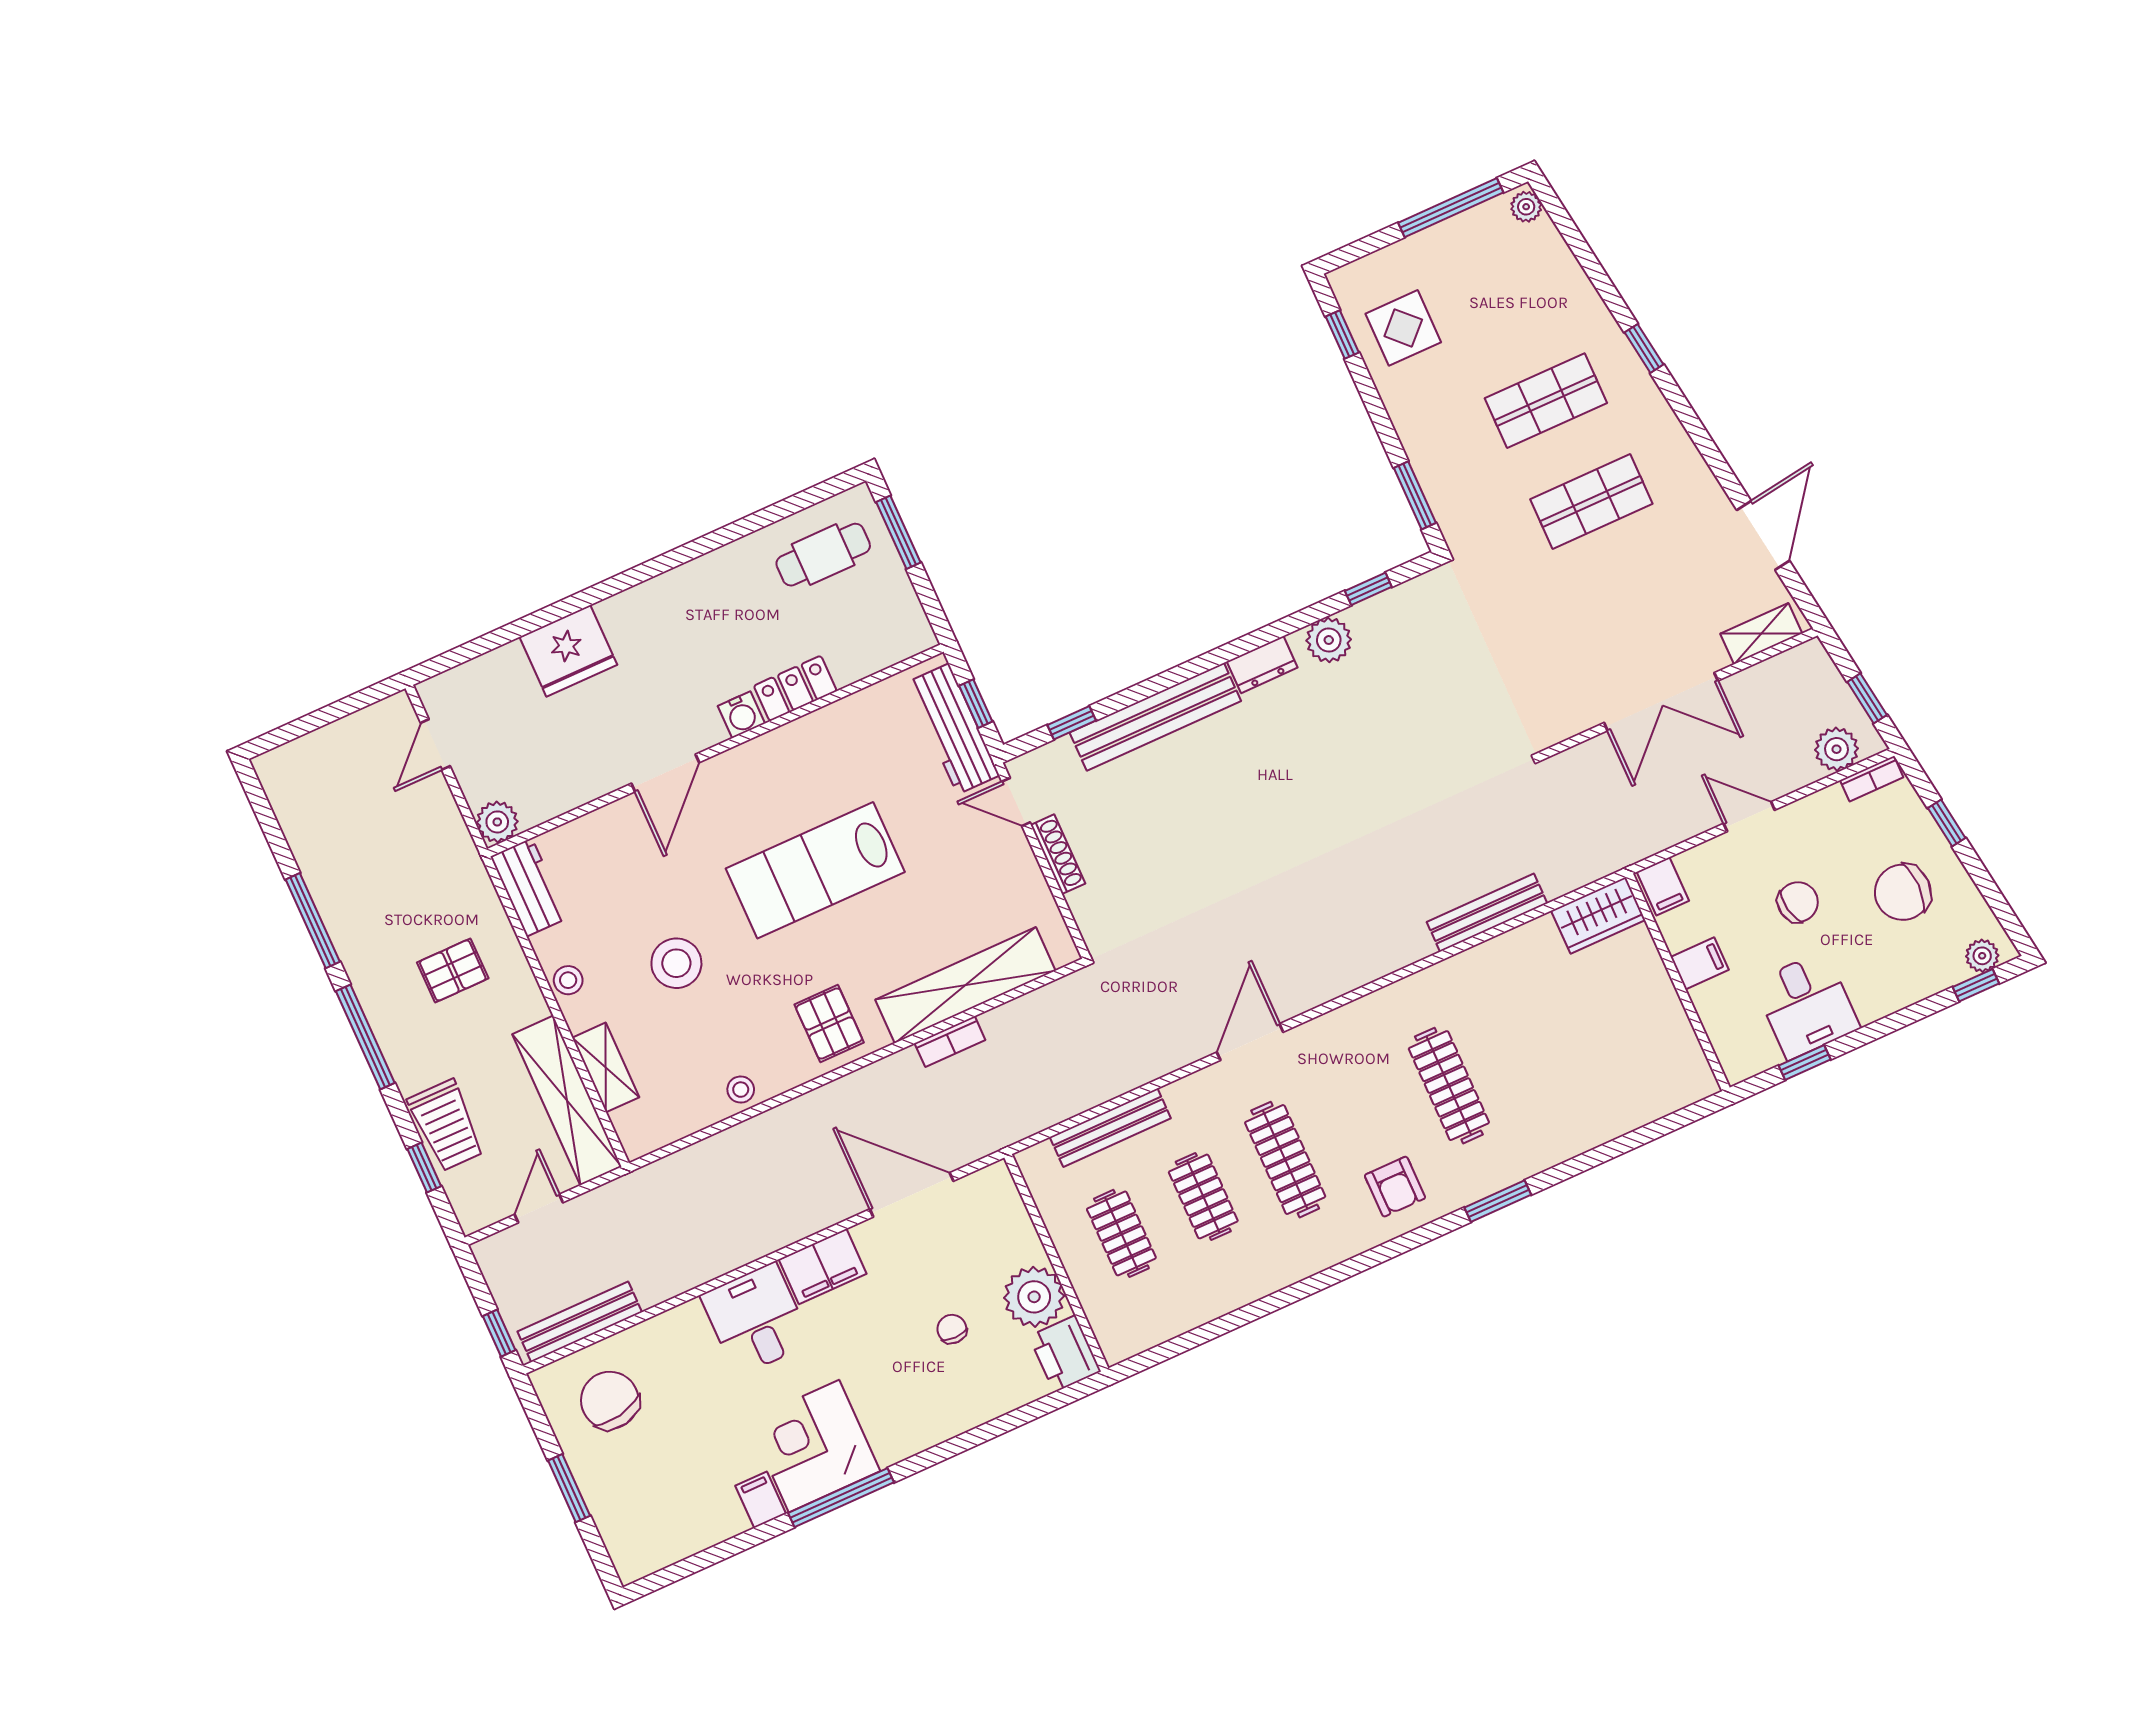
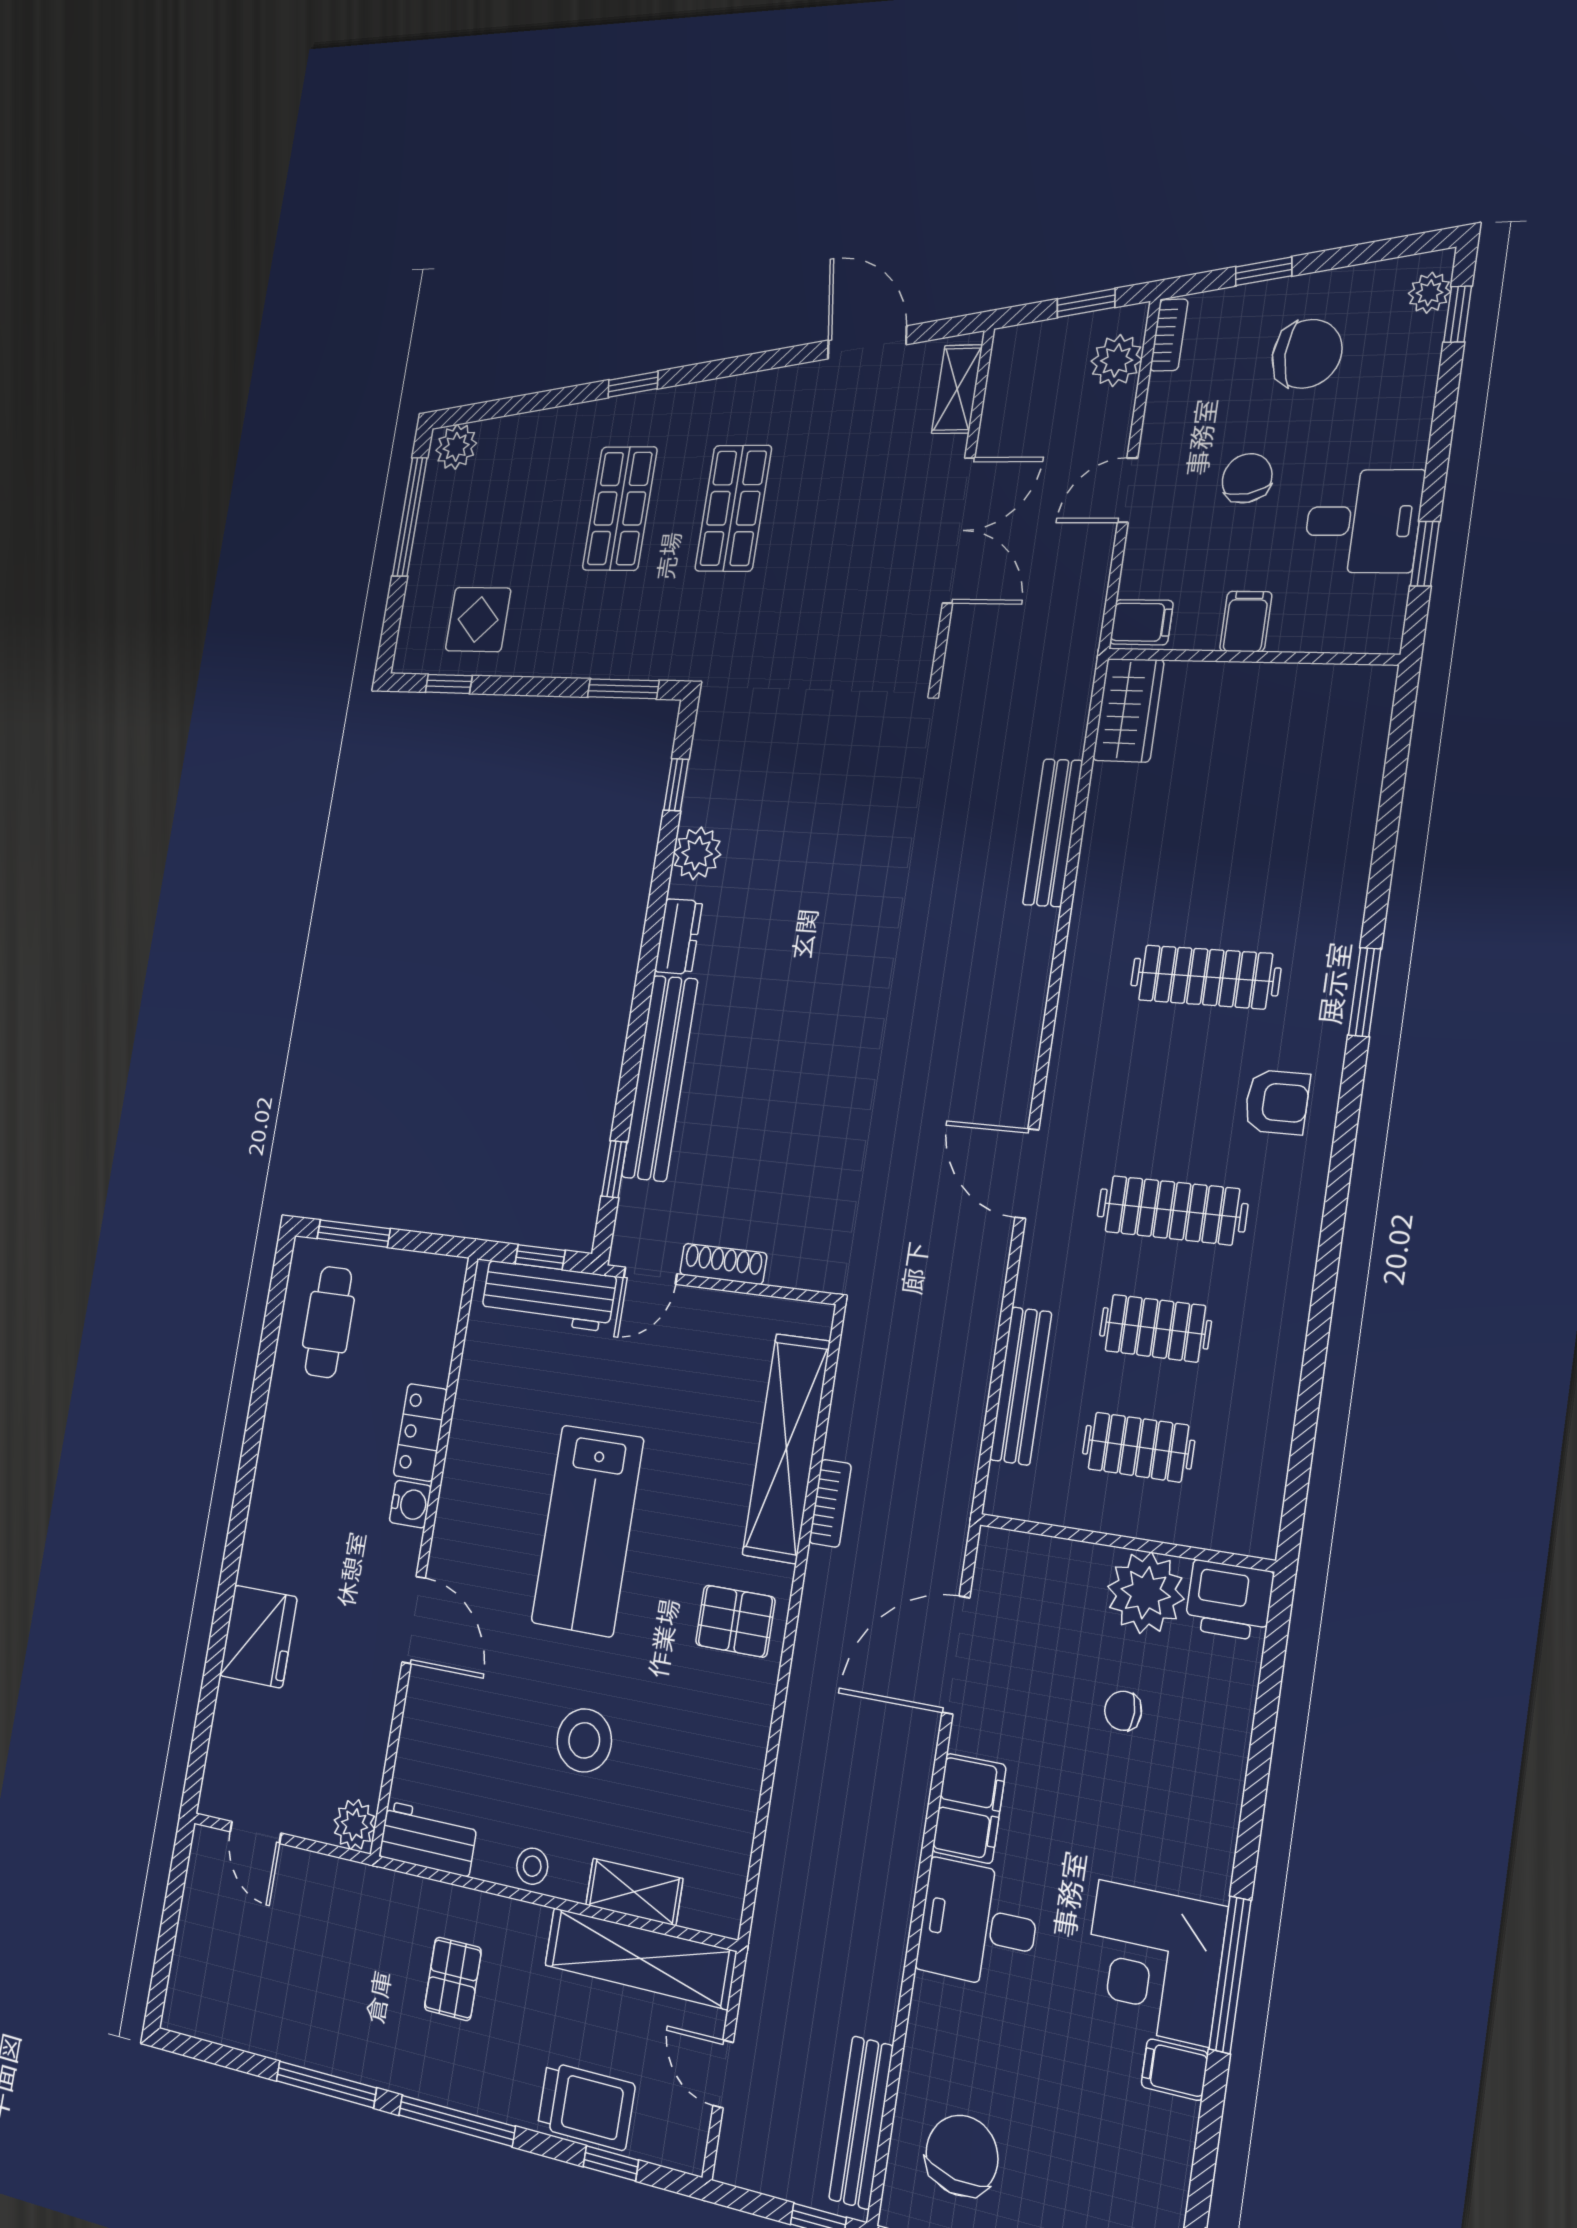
plant: (1526, 207) -> (456, 447), width x1.38, depth x1.38
chair: (1903, 892) -> (1307, 354), turned -90
stool: (741, 1090) -> (741, 1764), removed
chair: (610, 1400) -> (962, 2156), turned 111

